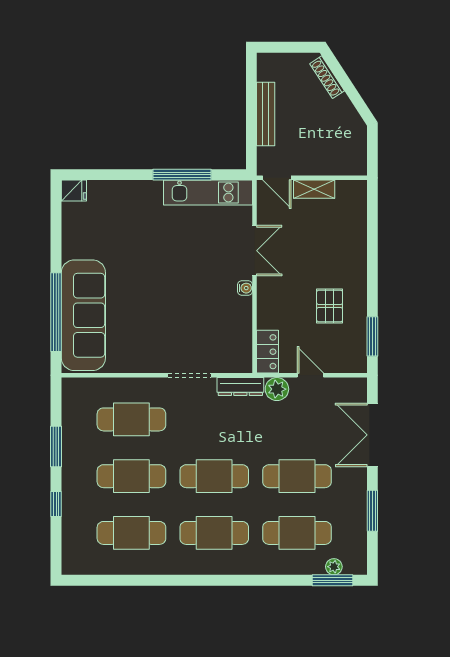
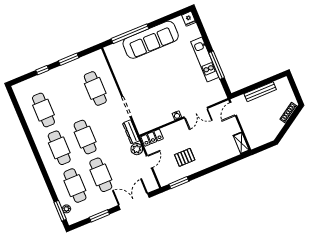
shelving: (314, 189) -> (241, 143), moved
kitchen unit: (208, 193) -> (205, 59), moved
sofa: (83, 315) -> (151, 40), moved
cafe table: (131, 476) -> (69, 99), removed

